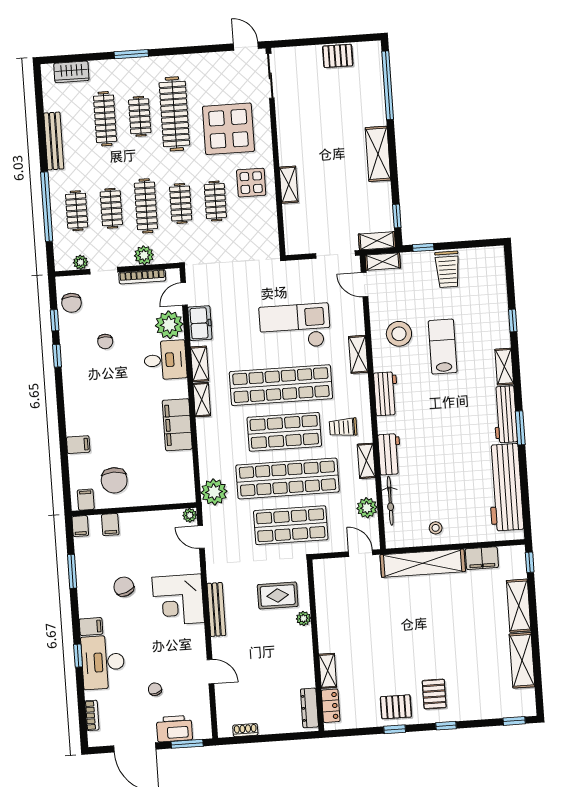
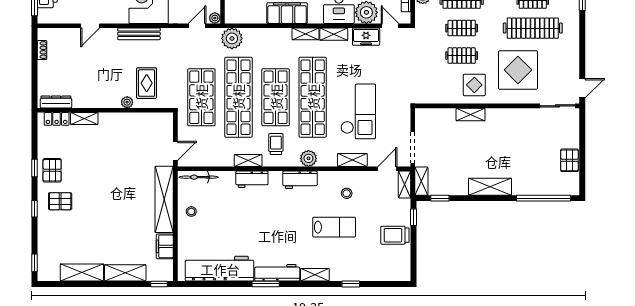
stool: (399, 334) -> (347, 193), width x0.53, depth x0.53
shelving: (358, 354) -> (352, 160), moved
bicycle: (390, 501) -> (199, 177), moved
plant: (367, 508) -> (308, 158), moved

